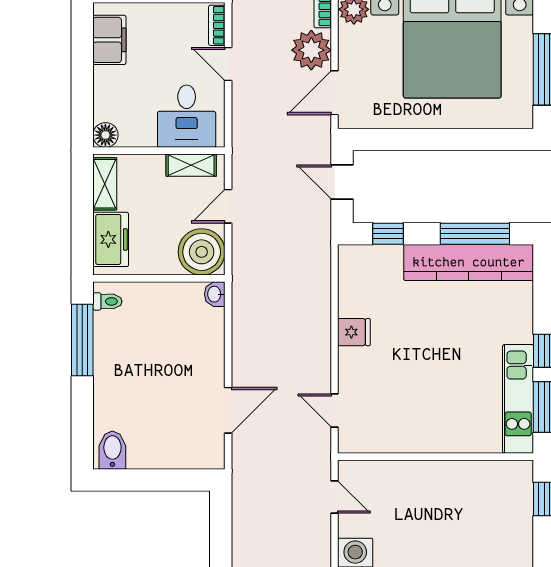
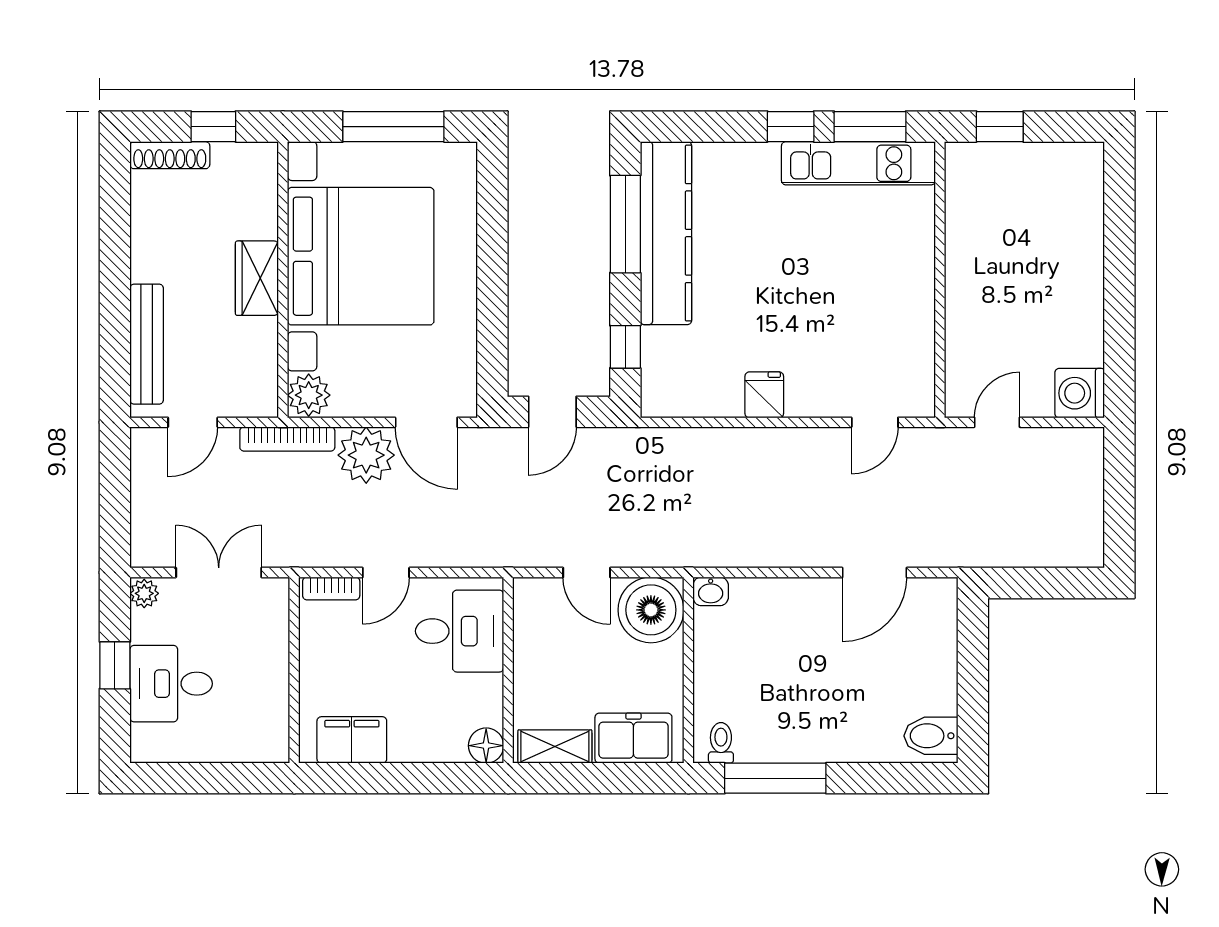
shelving: (191, 165) -> (529, 625), removed
door: (228, 410) -> (874, 572), swing flipped

